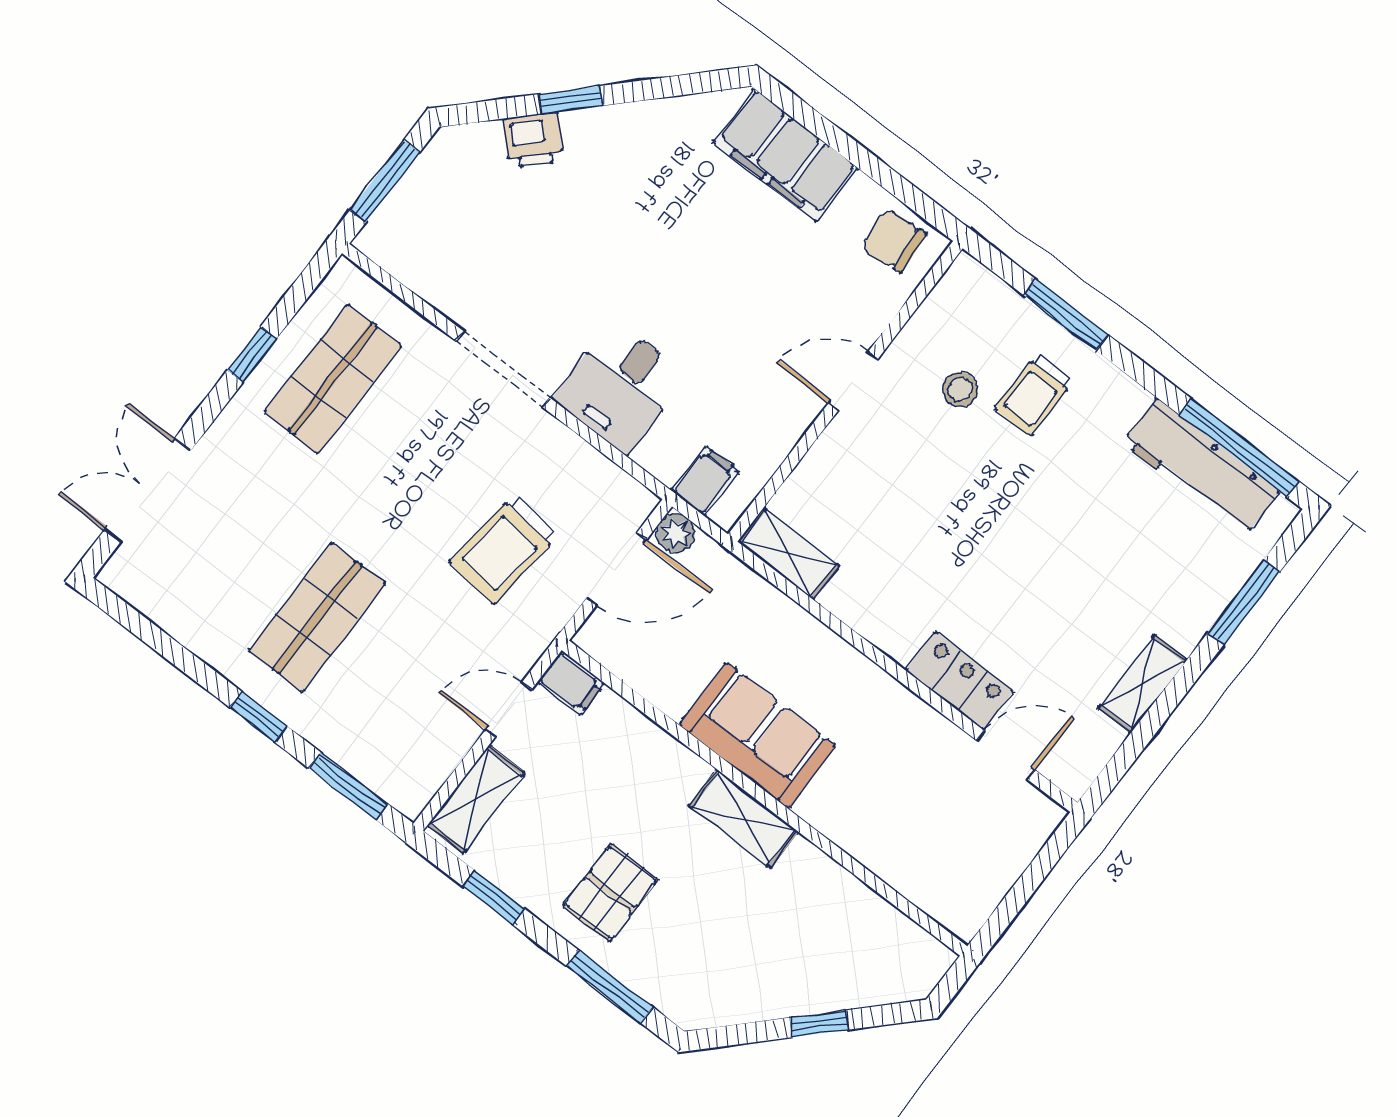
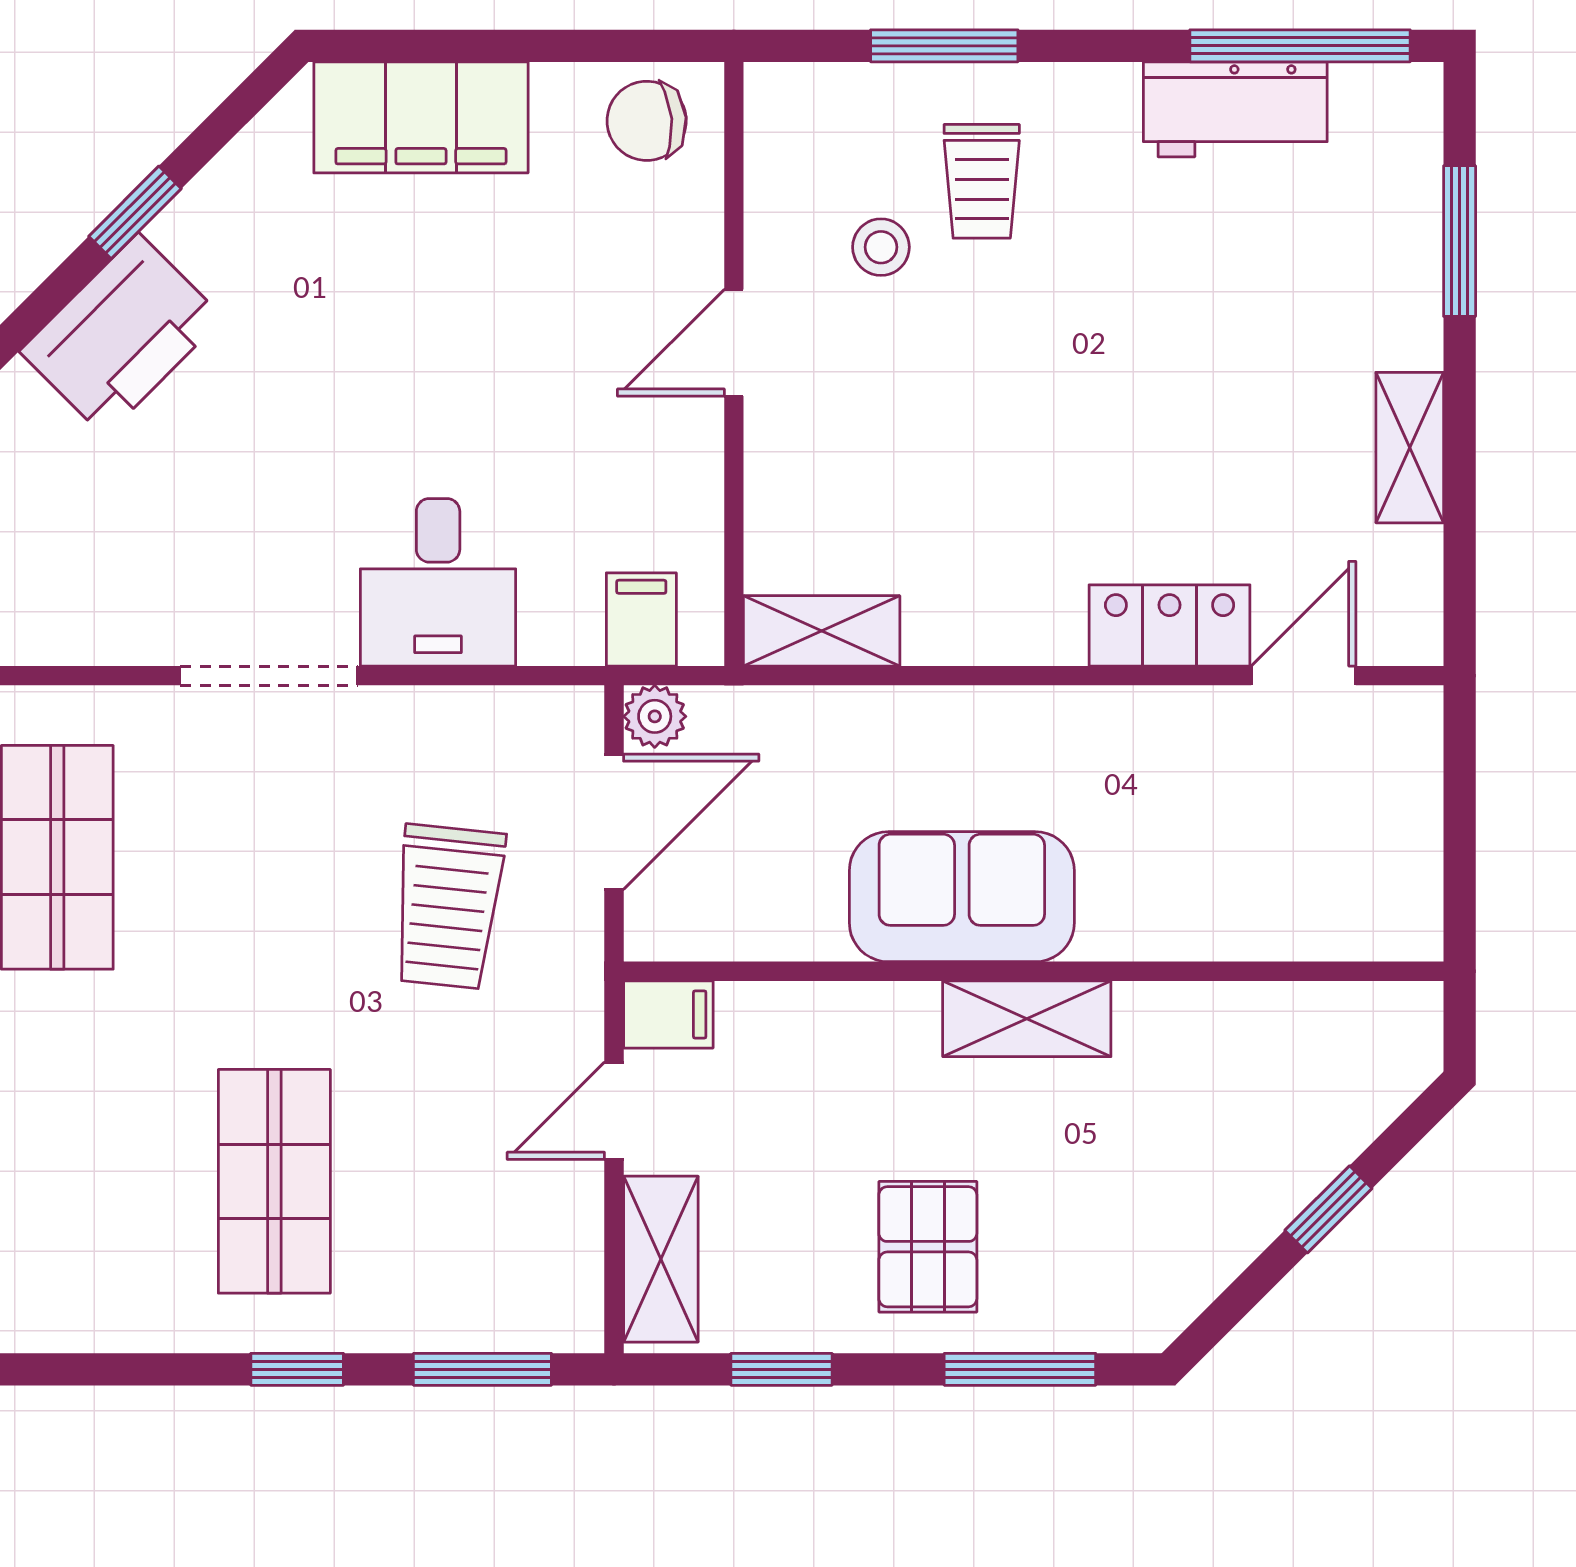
window: (570, 100) -> (135, 212), moved
printer: (533, 140) -> (121, 335), width x1.87, depth x1.48
workbench: (1201, 467) -> (1235, 109), width x0.73

